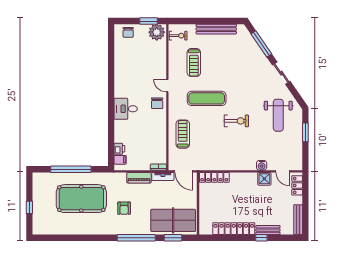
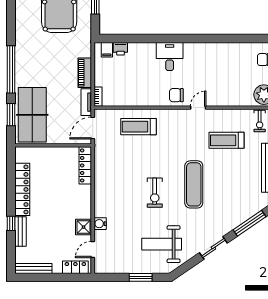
exercise mat: (207, 98) -> (194, 184), moved
treadmill: (183, 134) -> (139, 127), turned 180
armchair: (124, 208) -> (47, 54), removed

